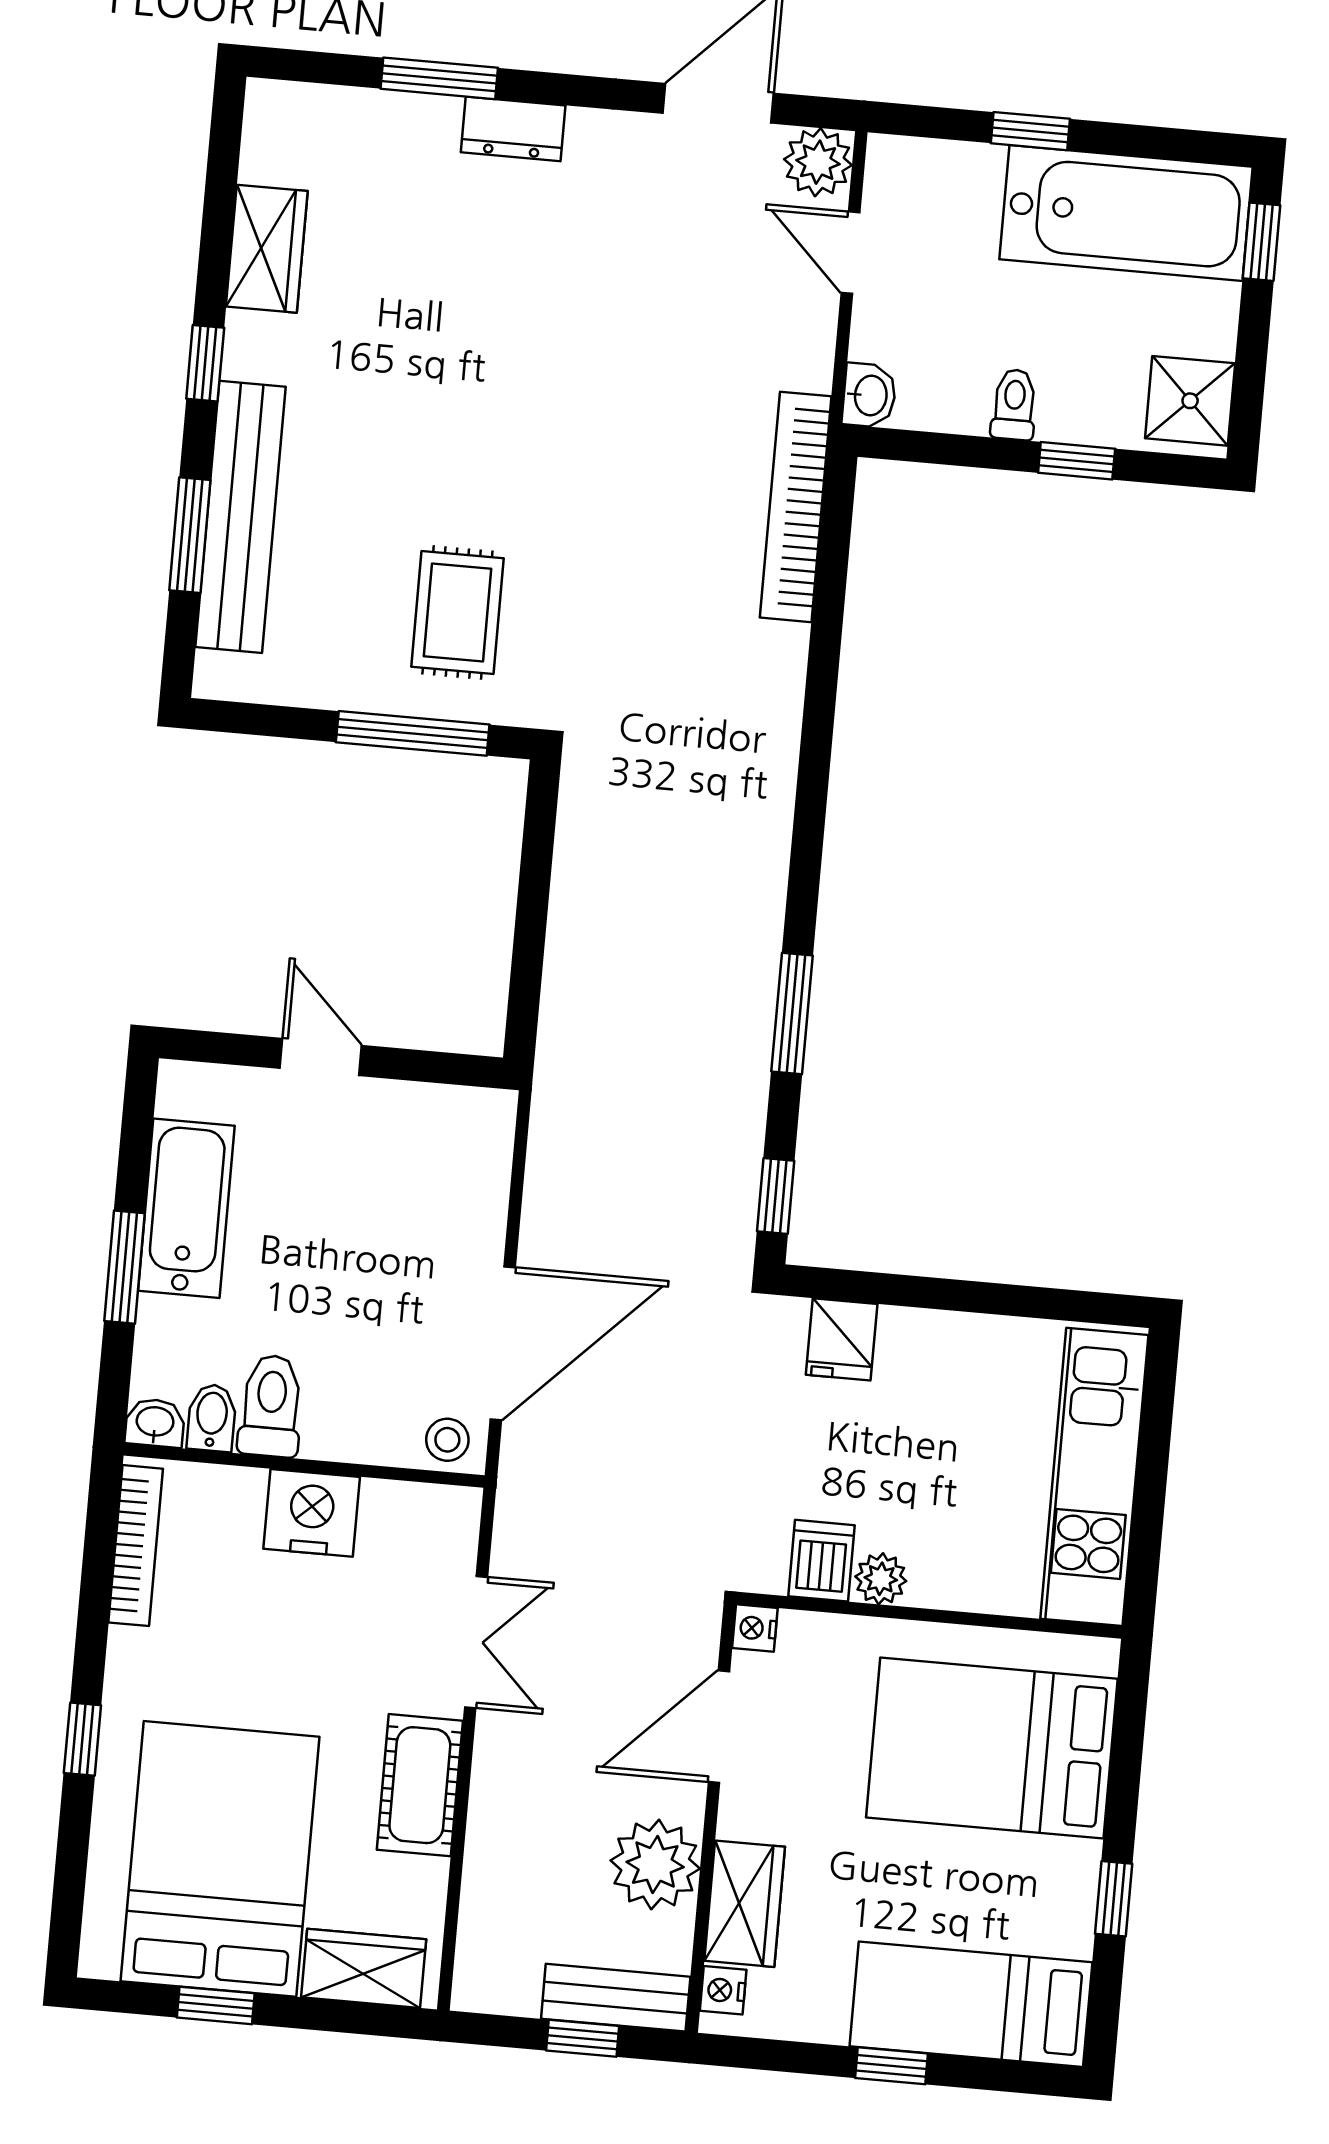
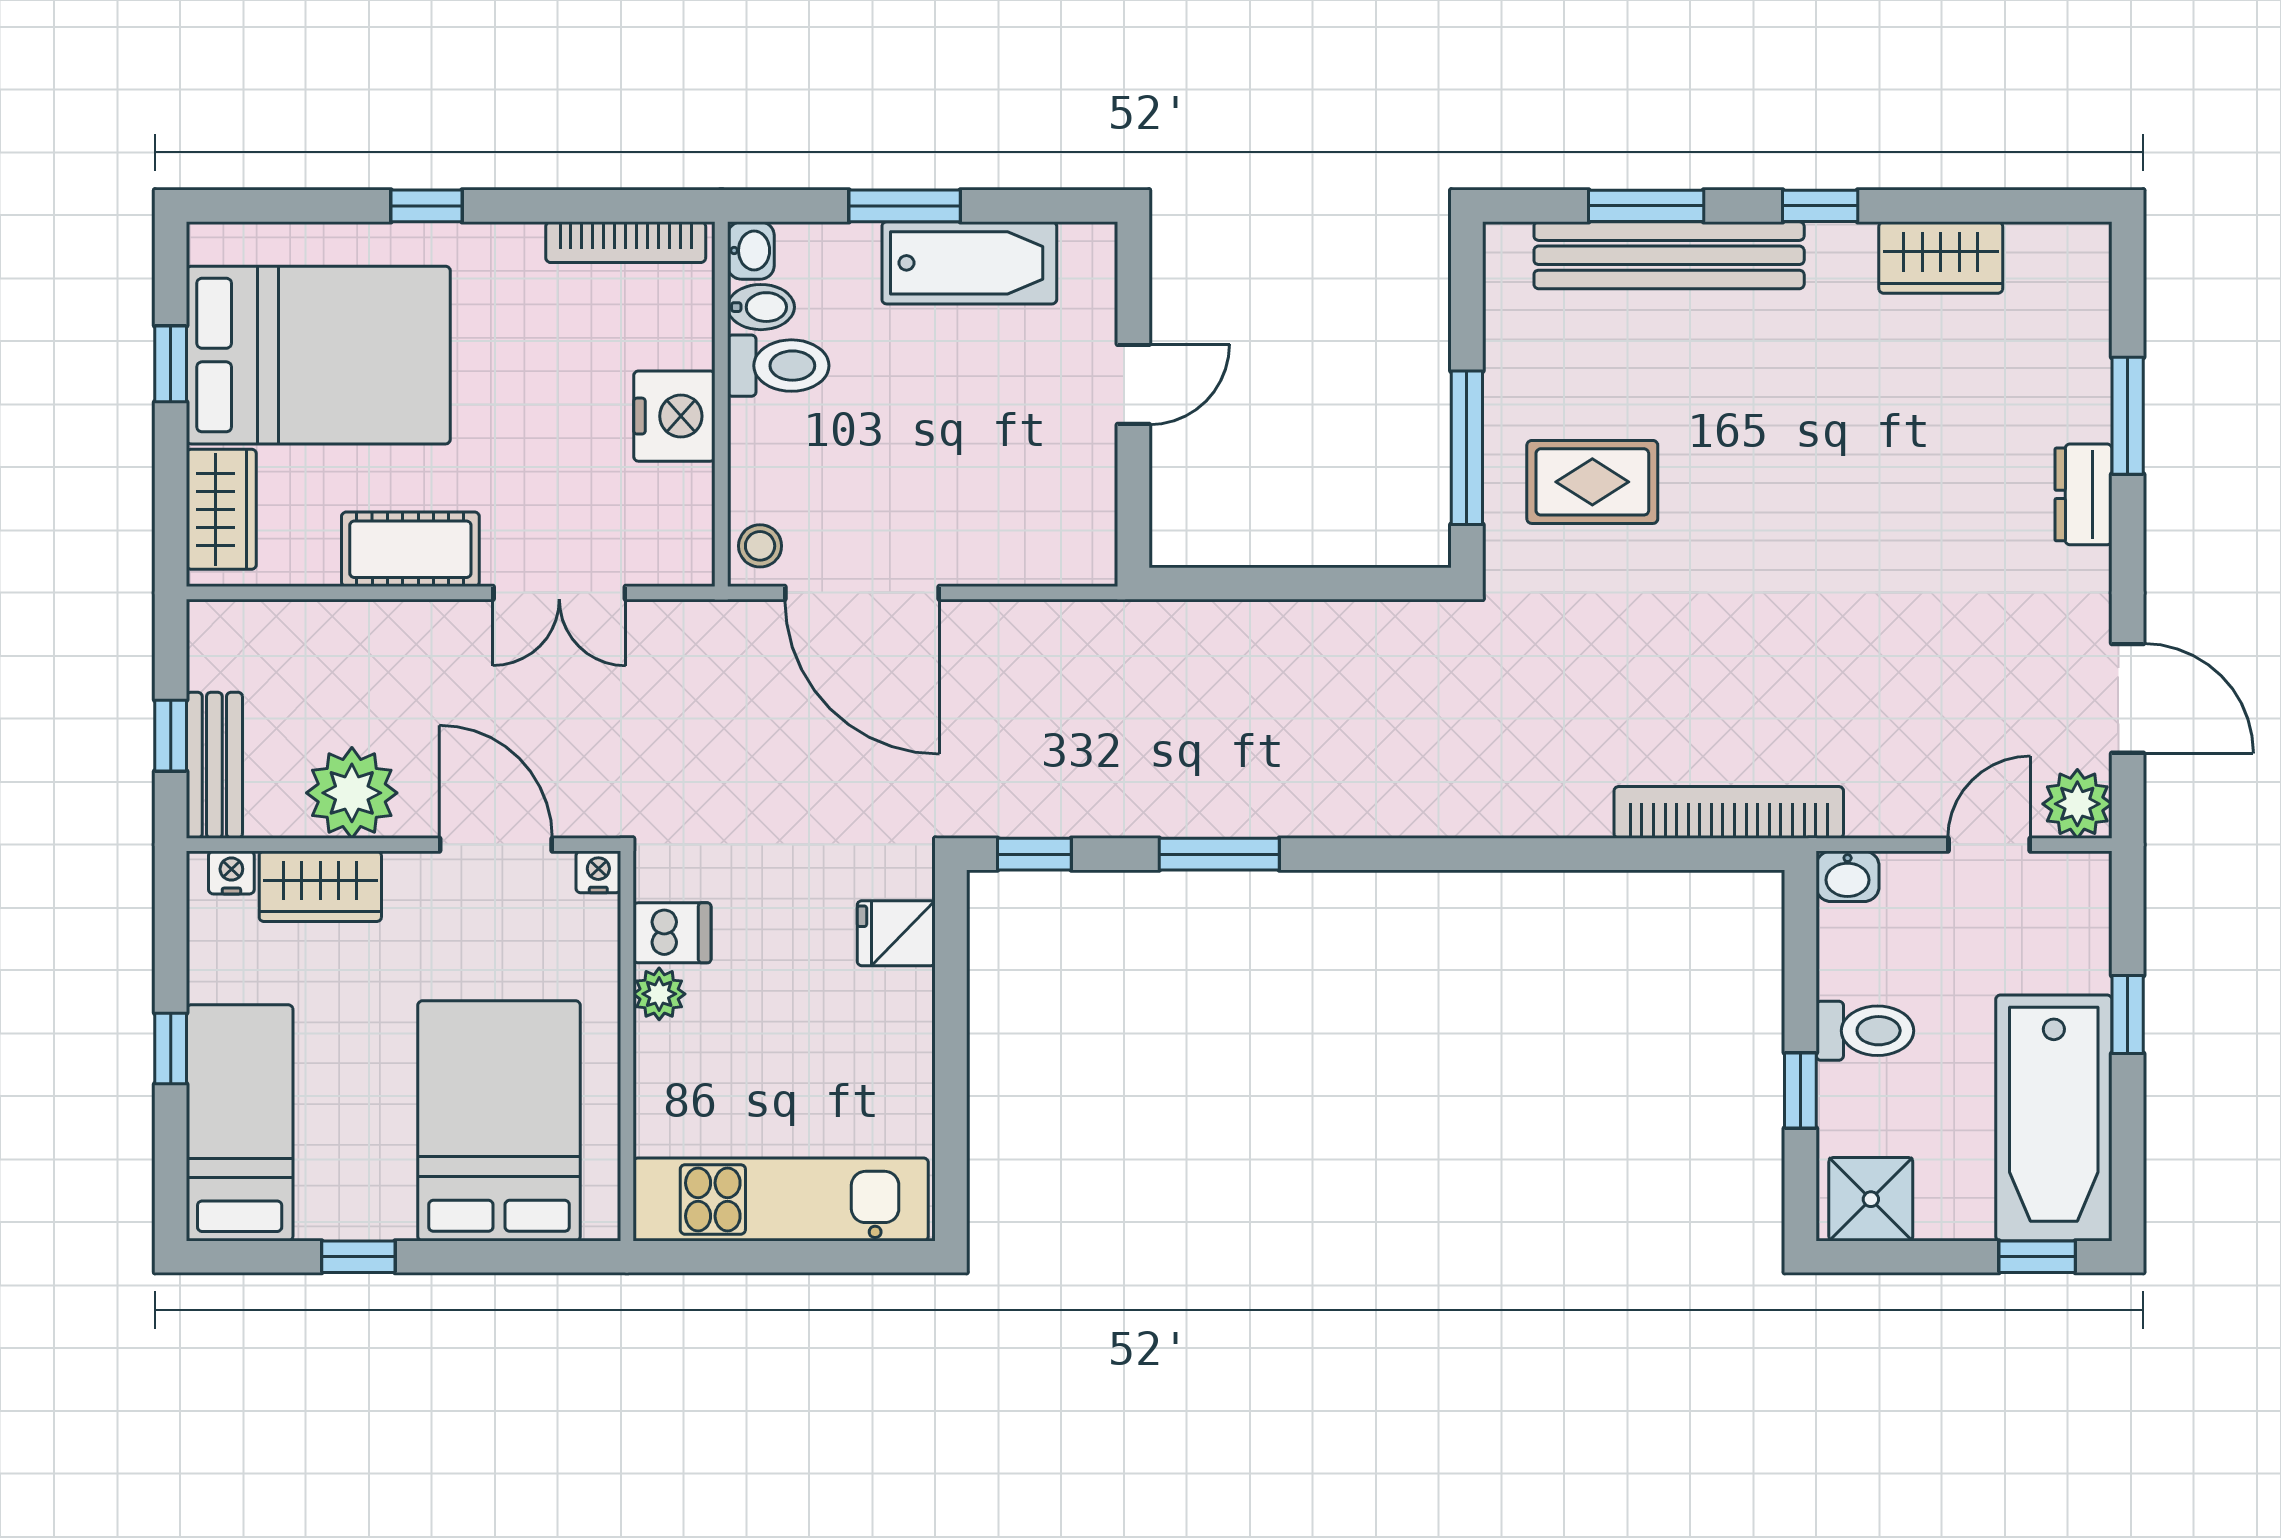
toilet: (1014, 405) -> (1865, 1031), width x1.37, depth x1.39

